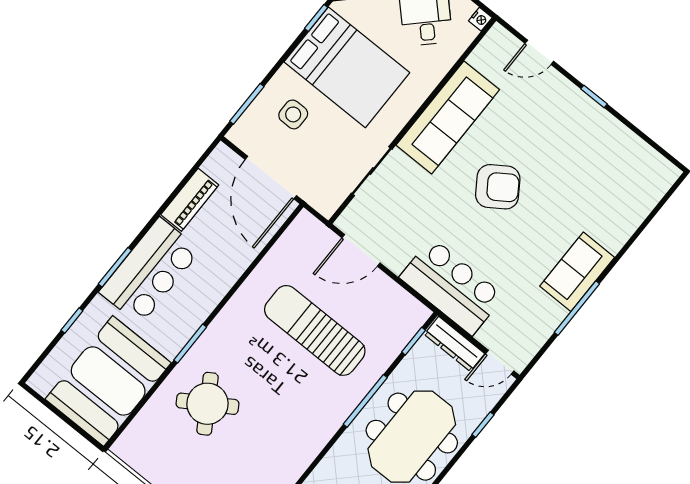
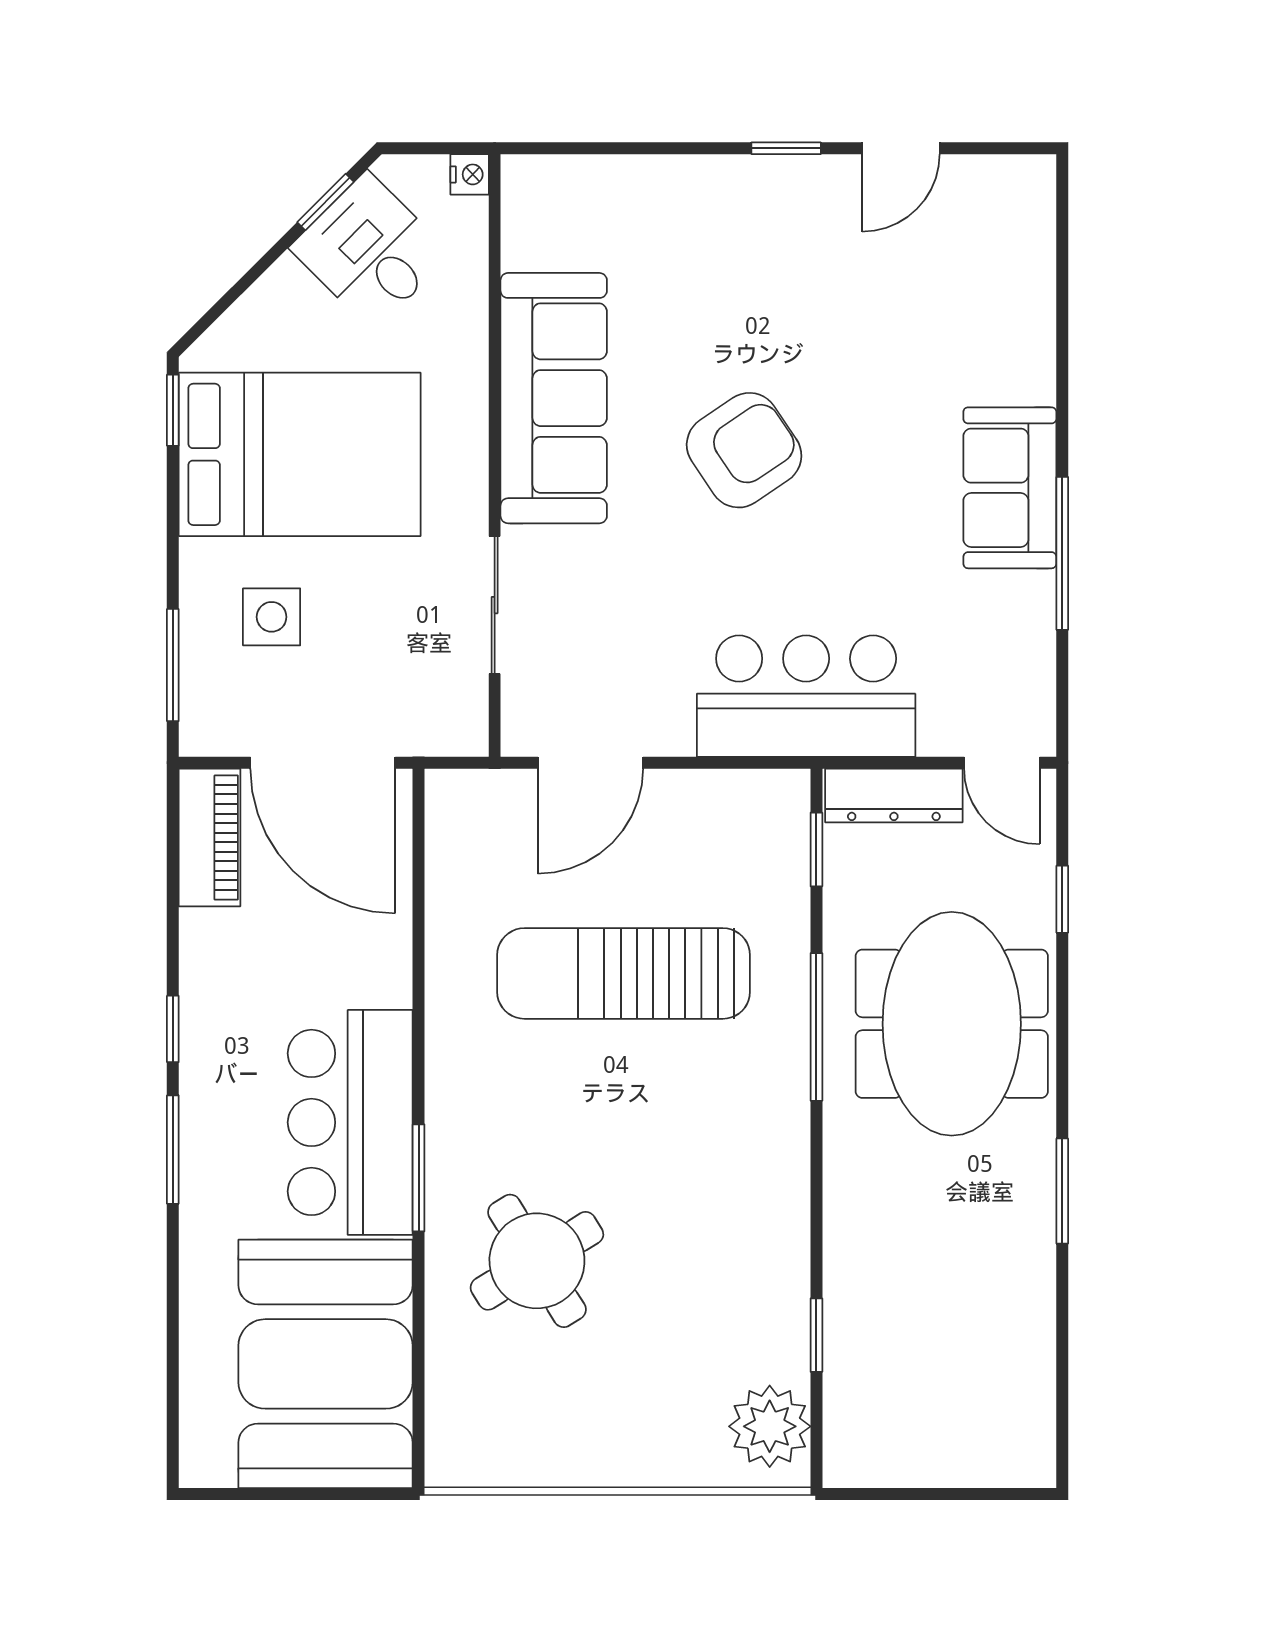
door: (539, 52) -> (901, 148), moved
piano: (190, 200) -> (210, 837), moved
bar counter: (150, 271) -> (350, 1122), moved, turned 180
window: (72, 321) -> (173, 1029), moved
door: (500, 362) -> (1002, 763), hinge flipped

